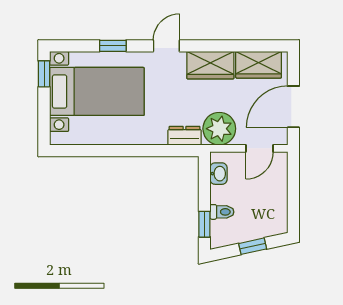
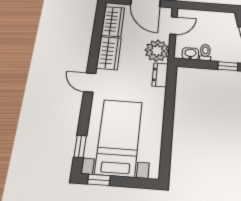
window: (113, 46) -> (80, 146), moved
door: (260, 148) -> (174, 26), hinge flipped
toilet: (222, 212) -> (205, 53), moved

